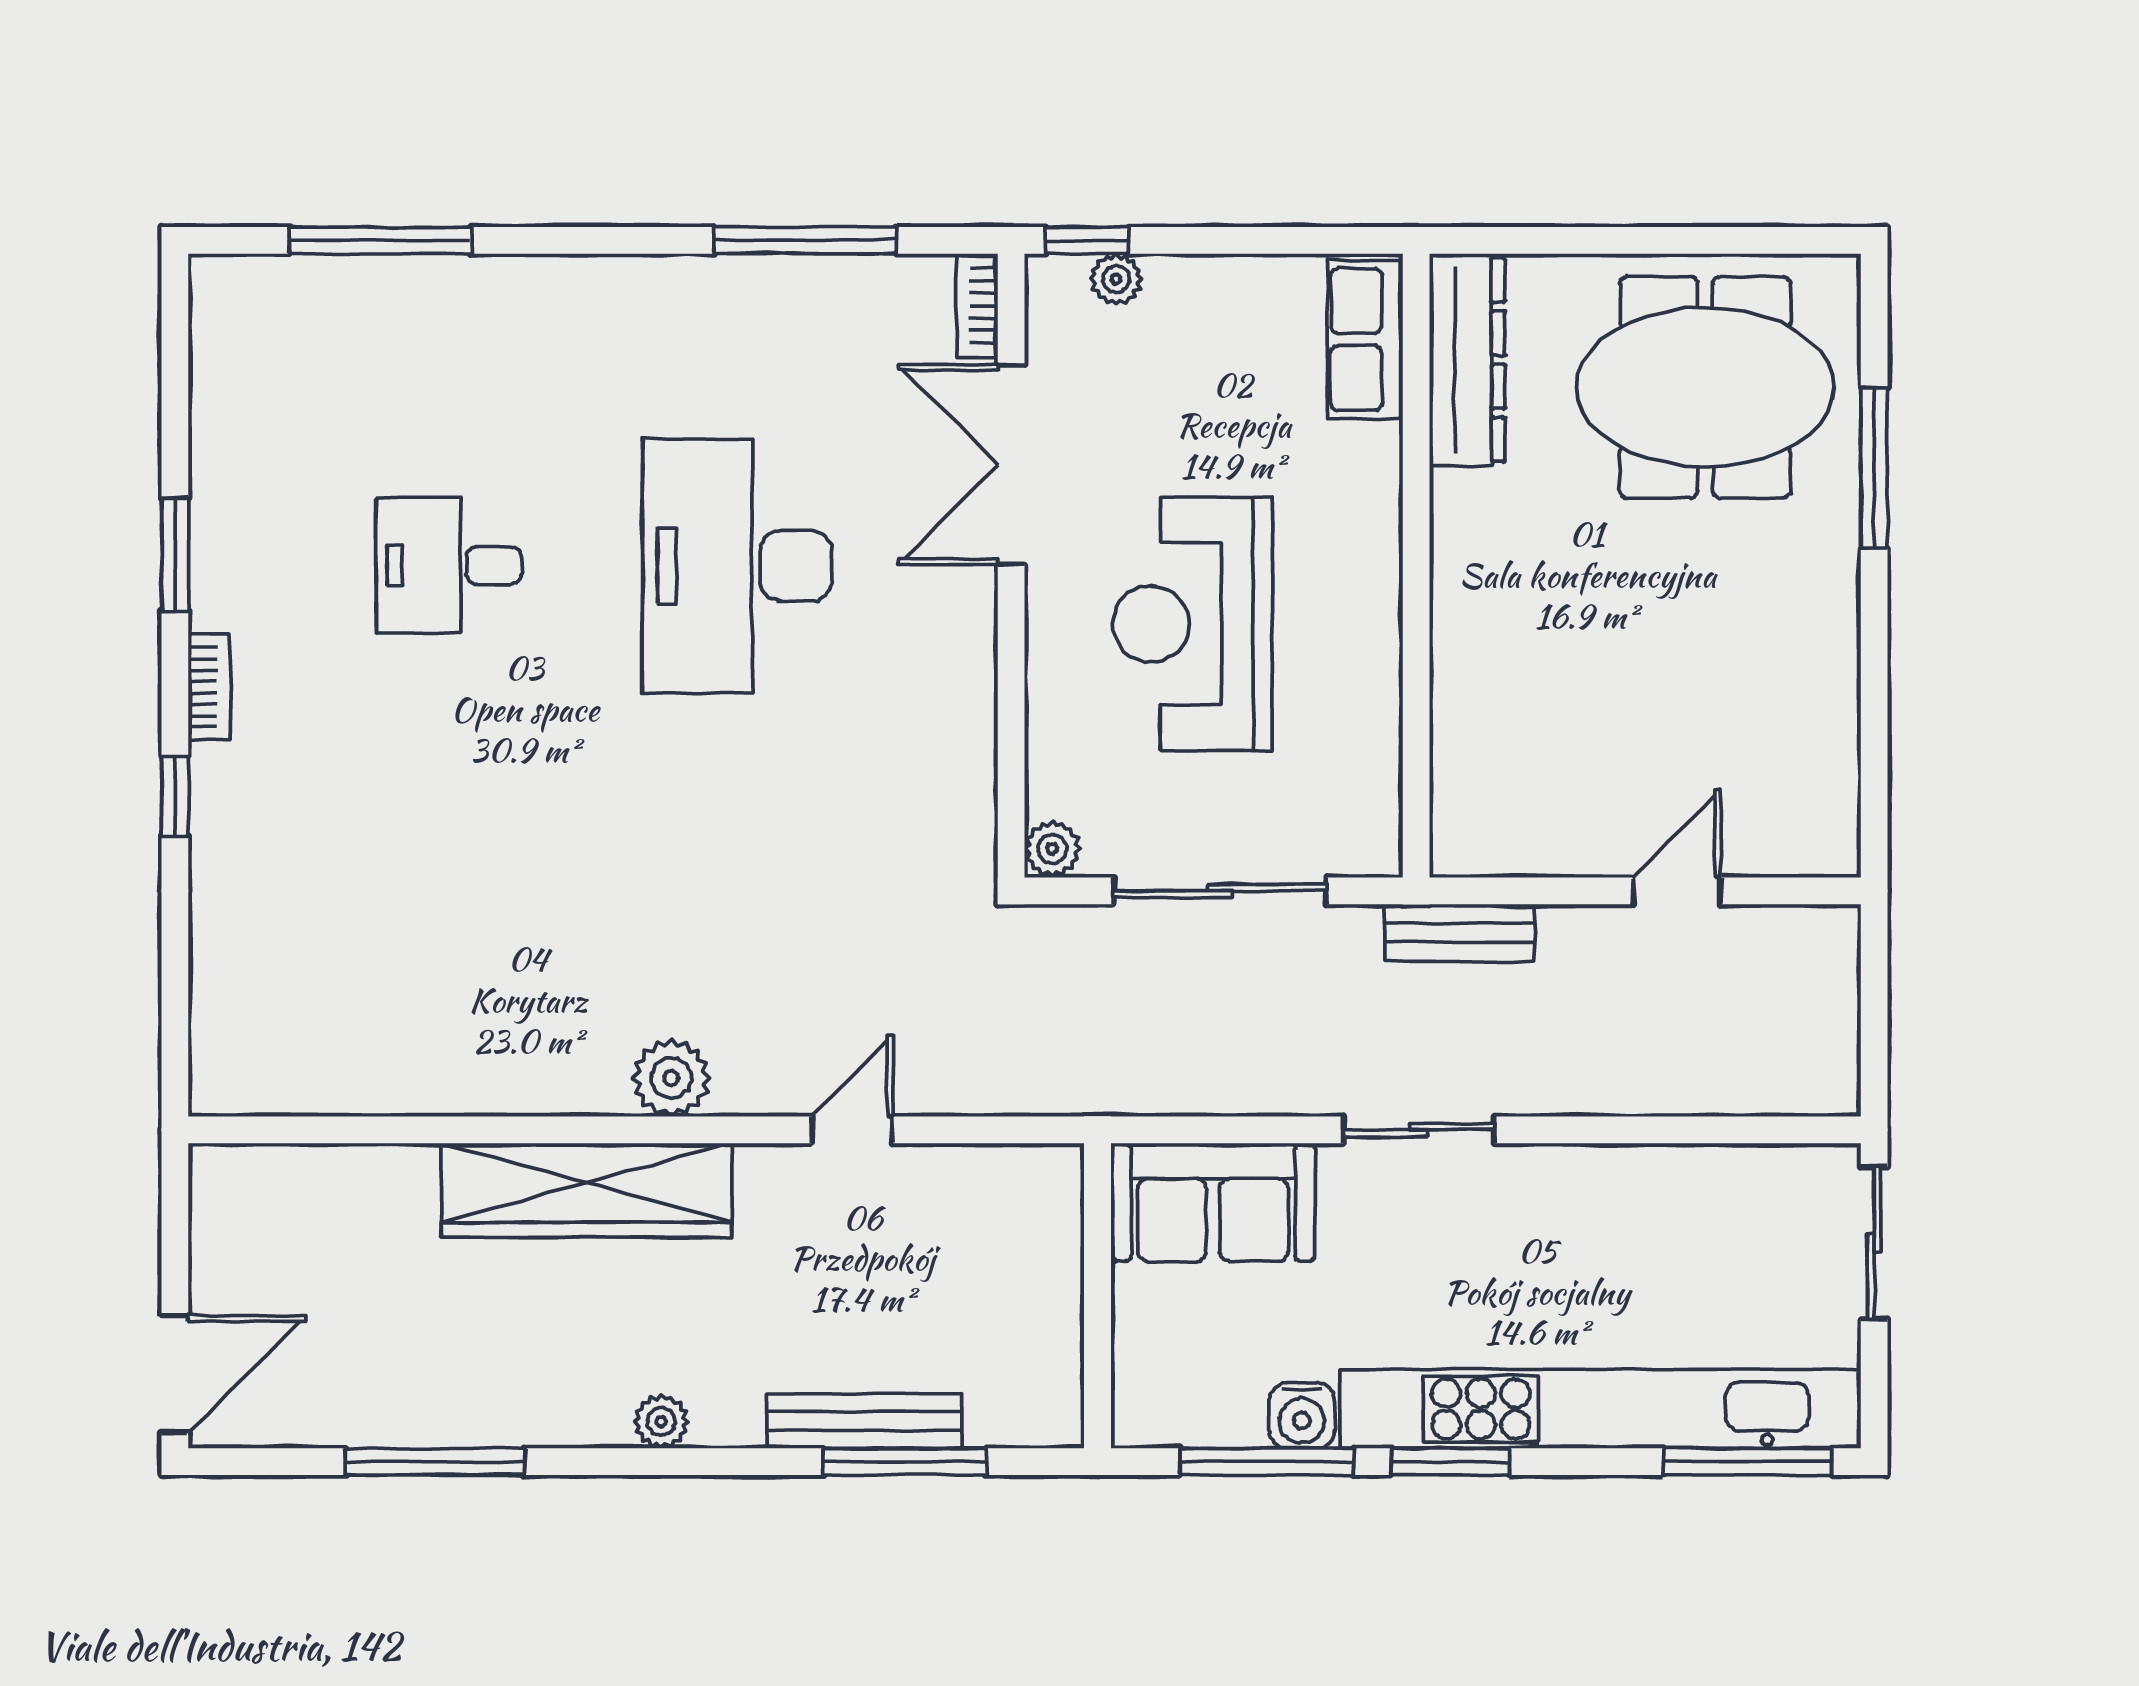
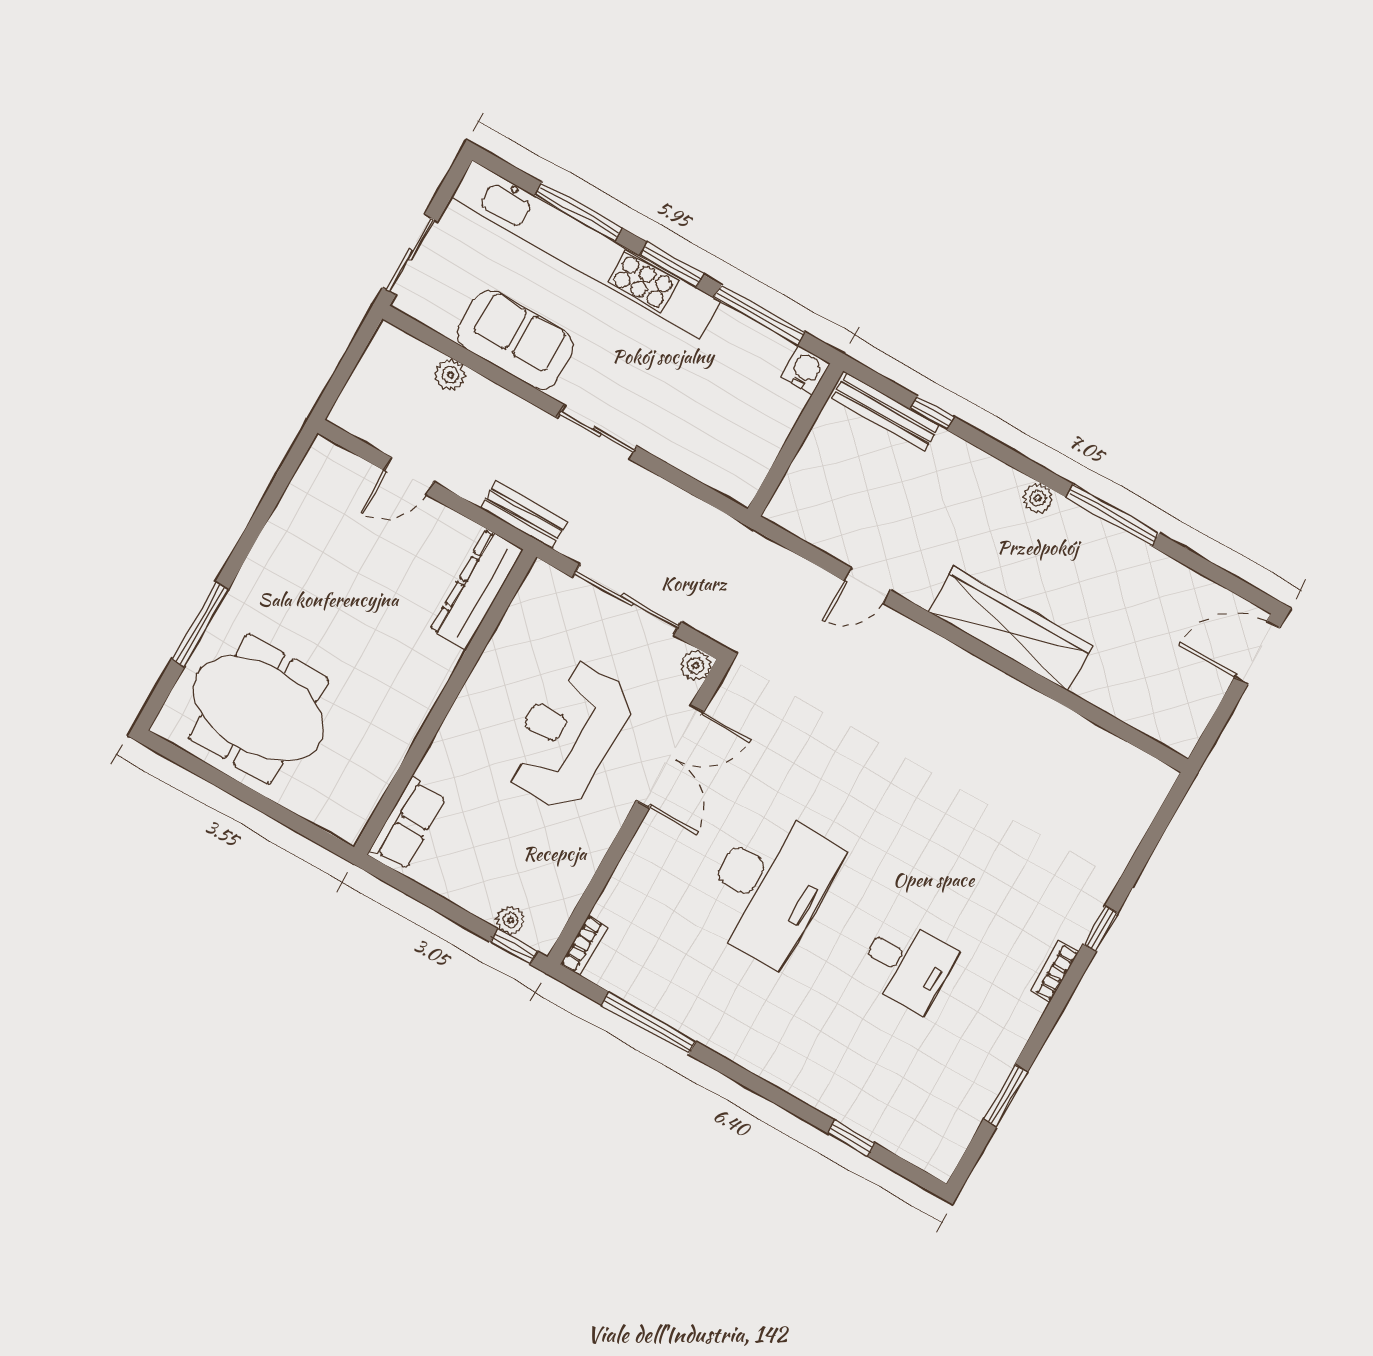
window: (381, 240) -> (851, 1138), width x0.46
dresser: (1467, 360) -> (477, 590), moved
double door: (1011, 465) -> (670, 756), moved
window: (175, 554) -> (1006, 1096), moved
reception desk: (1192, 624) -> (568, 735), turned 180
plant: (671, 1078) -> (450, 375), moved, width x0.73, depth x0.73
sofa: (1213, 1202) -> (515, 340), moved
water cooler: (1302, 1415) -> (805, 370), moved
bench: (864, 1421) -> (885, 412), moved
window: (435, 1462) -> (1112, 515), moved
window: (905, 1462) -> (932, 413), width x0.46
window: (1748, 1462) -> (578, 212), moved

